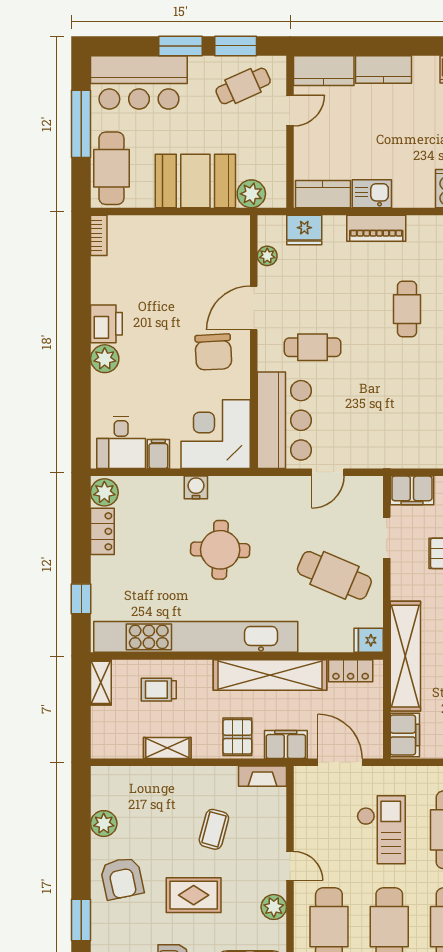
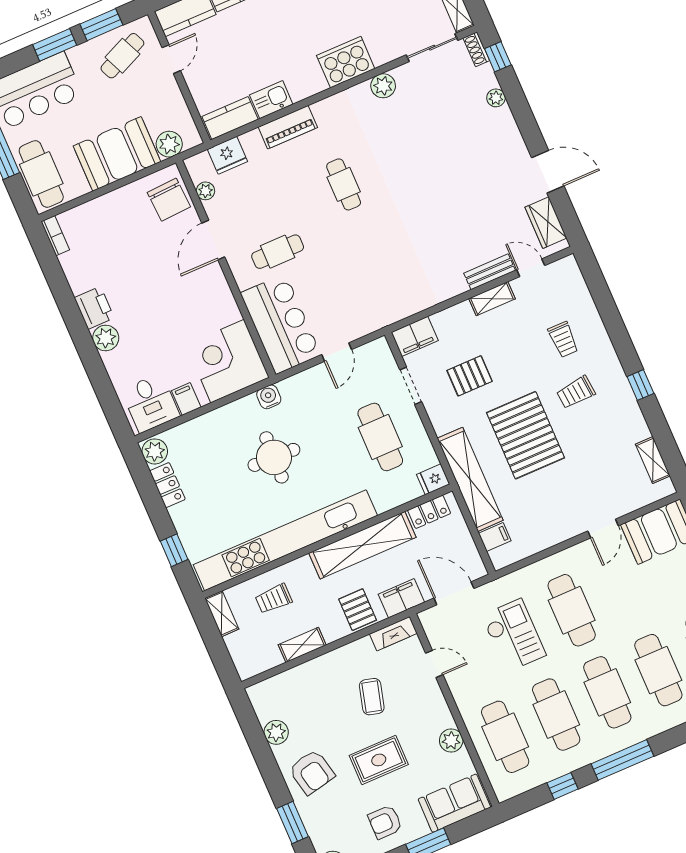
chair: (213, 352) -> (169, 200), moved
water cooler: (196, 487) -> (269, 397), moved
cafe table: (334, 575) -> (380, 437), turned 67
filing cabinet: (405, 735) -> (495, 537), width x0.50
door: (290, 866) -> (434, 664), moved

